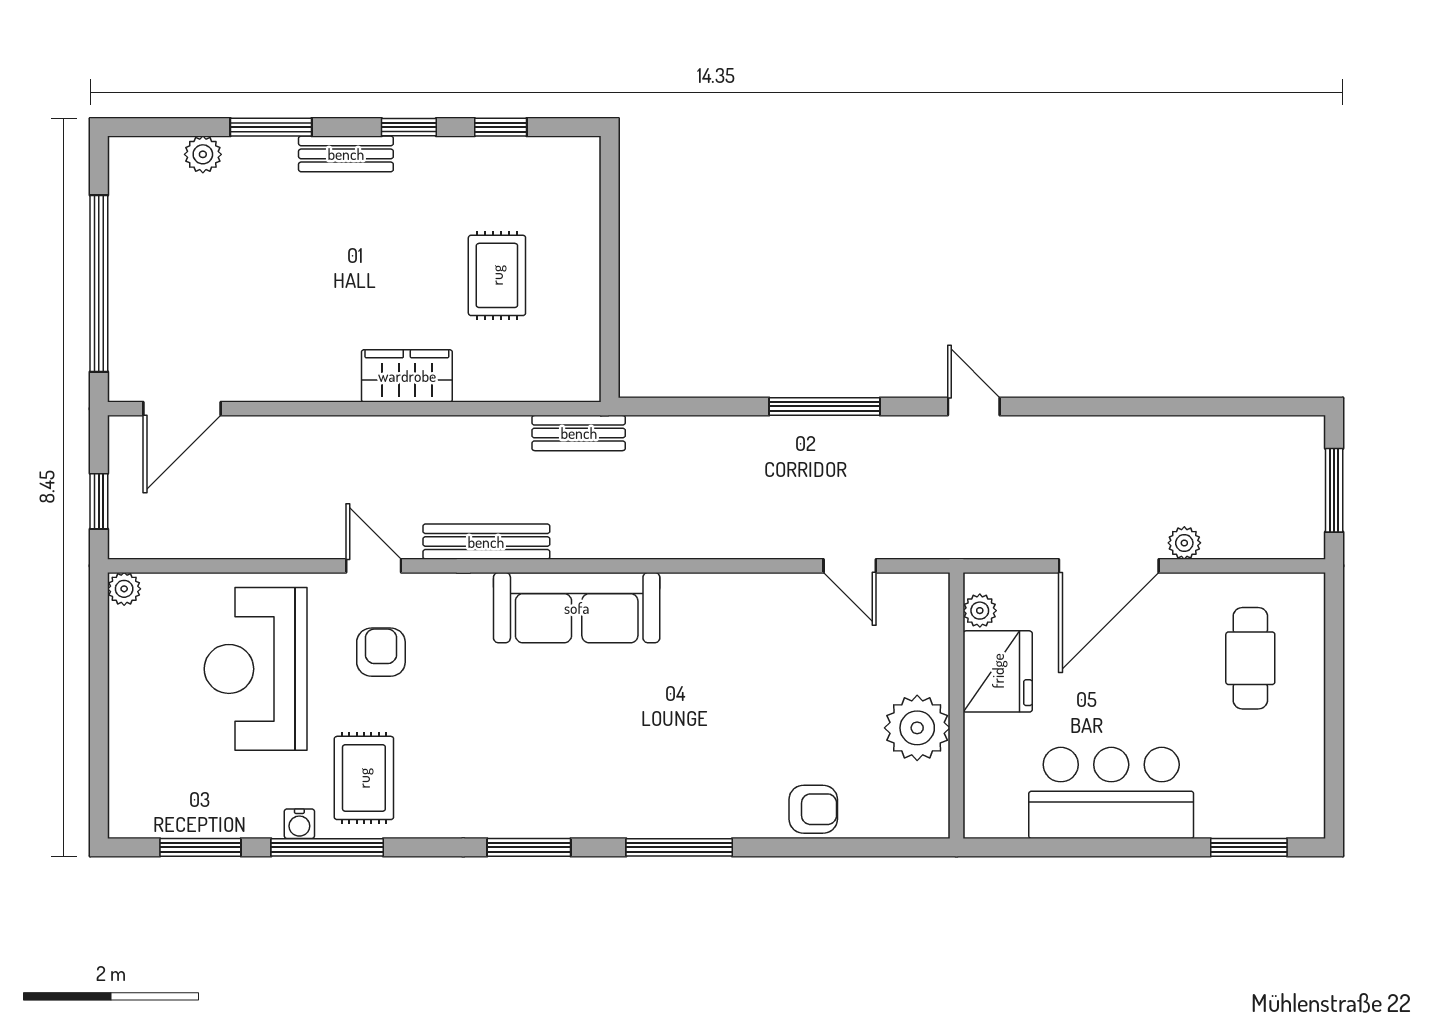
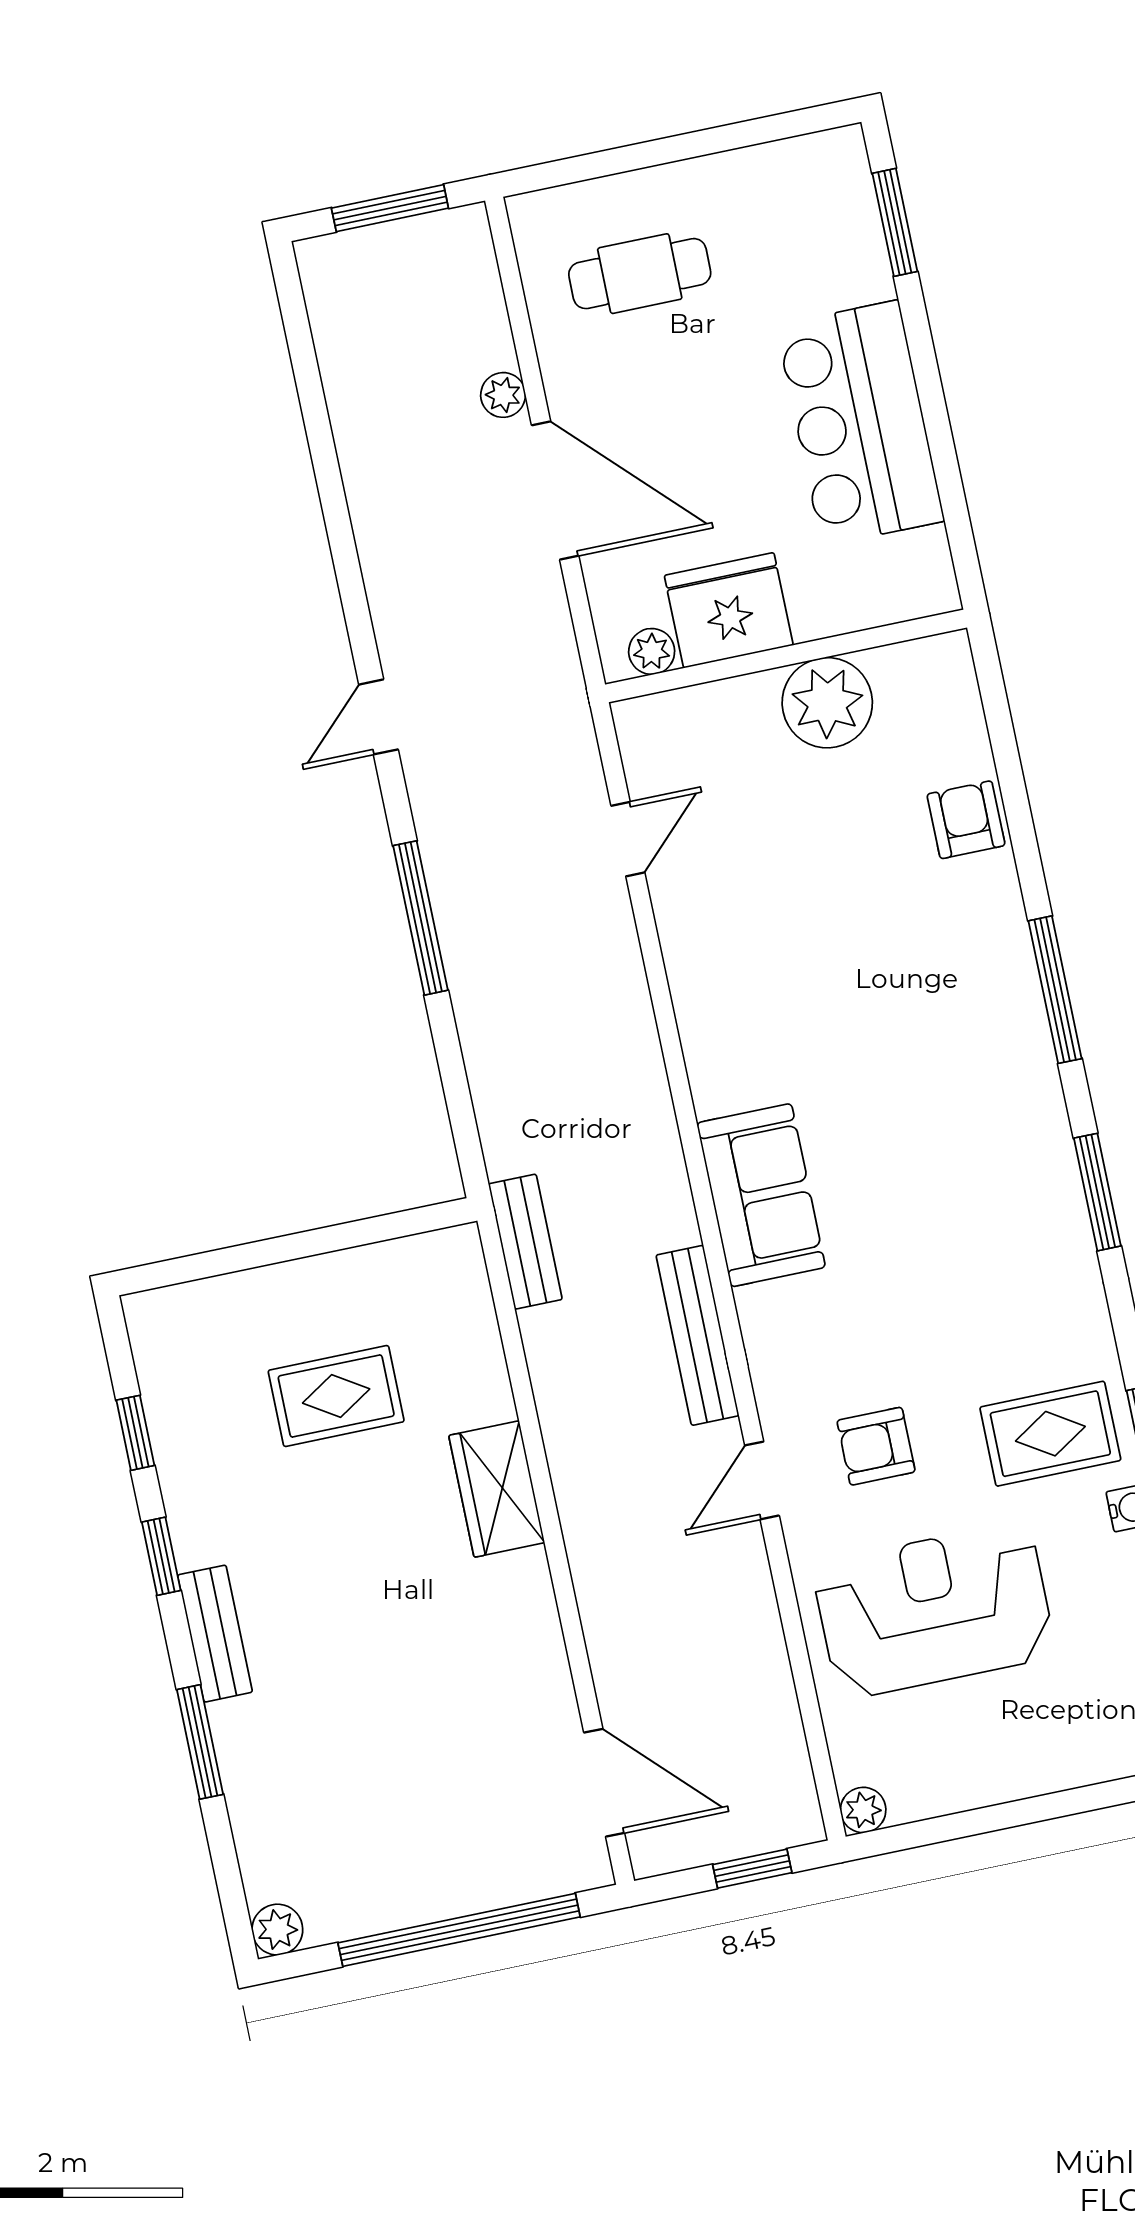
plant: (203, 154) -> (277, 1930), moved
sofa: (577, 608) -> (761, 1195), width x0.73
reception desk: (256, 669) -> (934, 1610), turned 180

